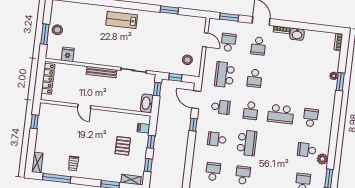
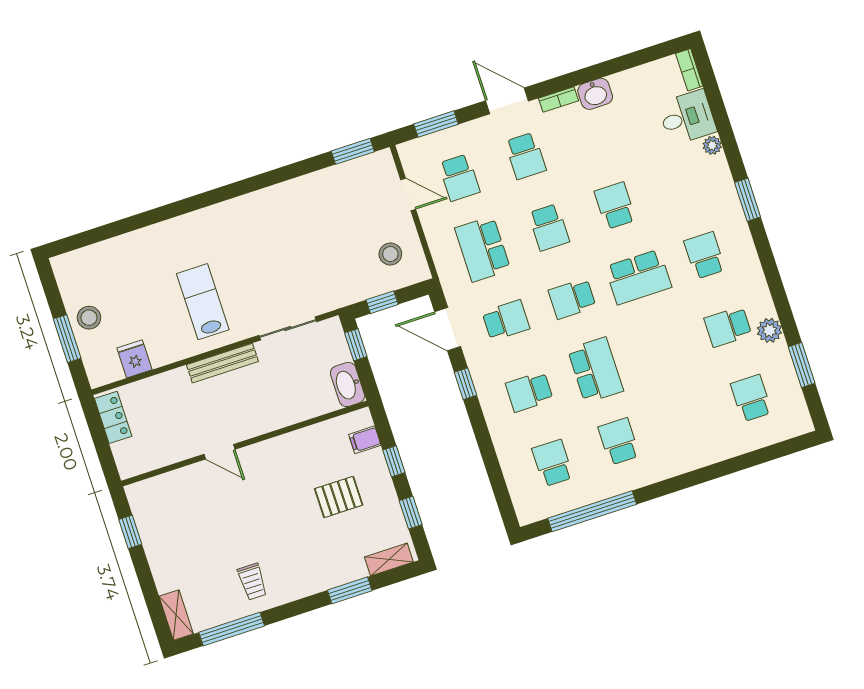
window: (169, 10) -> (353, 151), moved
lab bench: (122, 20) -> (203, 302), moved, turned 90
school desk: (228, 42) -> (459, 178), turned 180
desk: (329, 60) -> (687, 117), added
locker: (48, 79) -> (113, 417), width x0.66
school desk: (284, 82) -> (615, 206), added
window: (340, 82) -> (748, 200), moved
school desk: (251, 111) -> (572, 299), turned 90
pallet: (123, 146) -> (339, 497), turned 90

